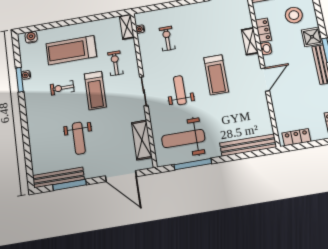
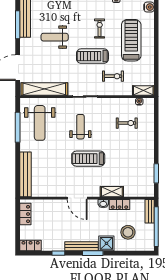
weight bench: (180, 90) -> (80, 127), turned -90
weight bench: (183, 139) -> (40, 123), turned 180
shelving: (142, 140) -> (44, 89), width x1.47

